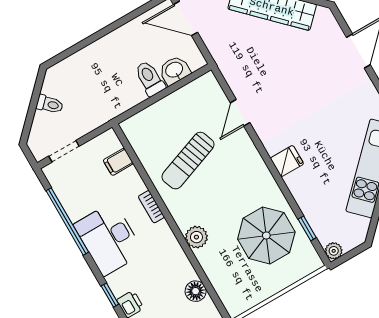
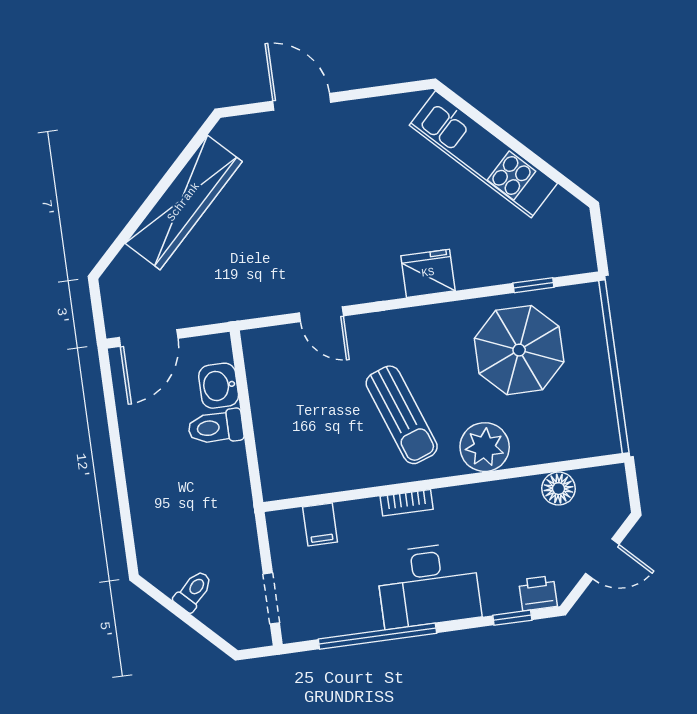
sun lounger: (188, 161) -> (402, 415), moved
fridge: (287, 161) -> (428, 273), width x1.38
plant: (196, 237) -> (485, 447), width x1.36, depth x1.36
plant: (334, 251) -> (583, 260), removed

